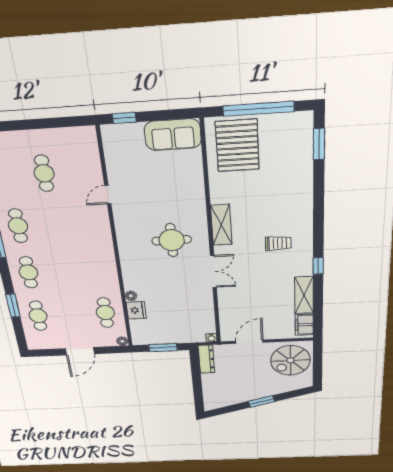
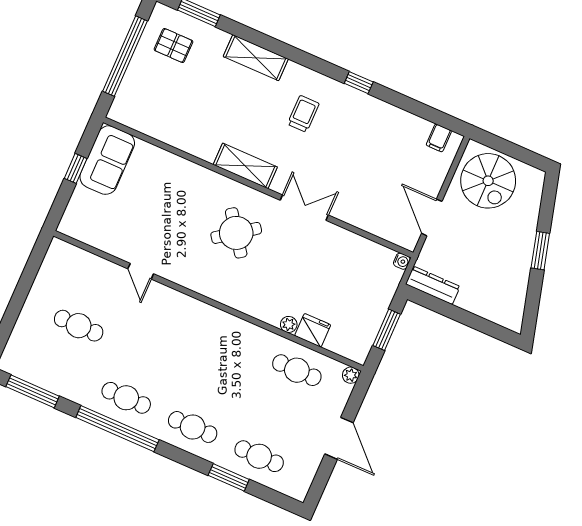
window: (124, 118) -> (76, 168), moved
pallet: (237, 146) -> (173, 46), moved, width x0.49, depth x0.50
round table: (172, 240) -> (236, 233), turned -36
shelving: (304, 295) -> (256, 58), moved
filing cabinet: (304, 325) -> (439, 138), width x0.50

